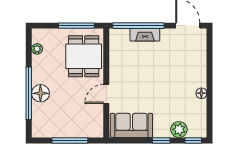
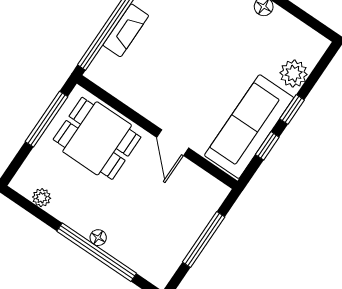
floor lamp: (40, 93) -> (98, 238), width x0.53, depth x0.53
sofa: (131, 125) -> (249, 127), width x1.36
window: (193, 140) -> (267, 146), moved

